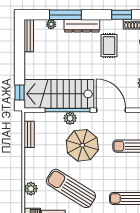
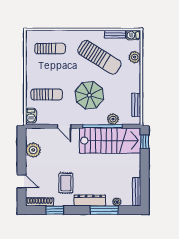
door: (111, 110) -> (64, 126), width x0.53
plant: (70, 118) -> (113, 119), moved

